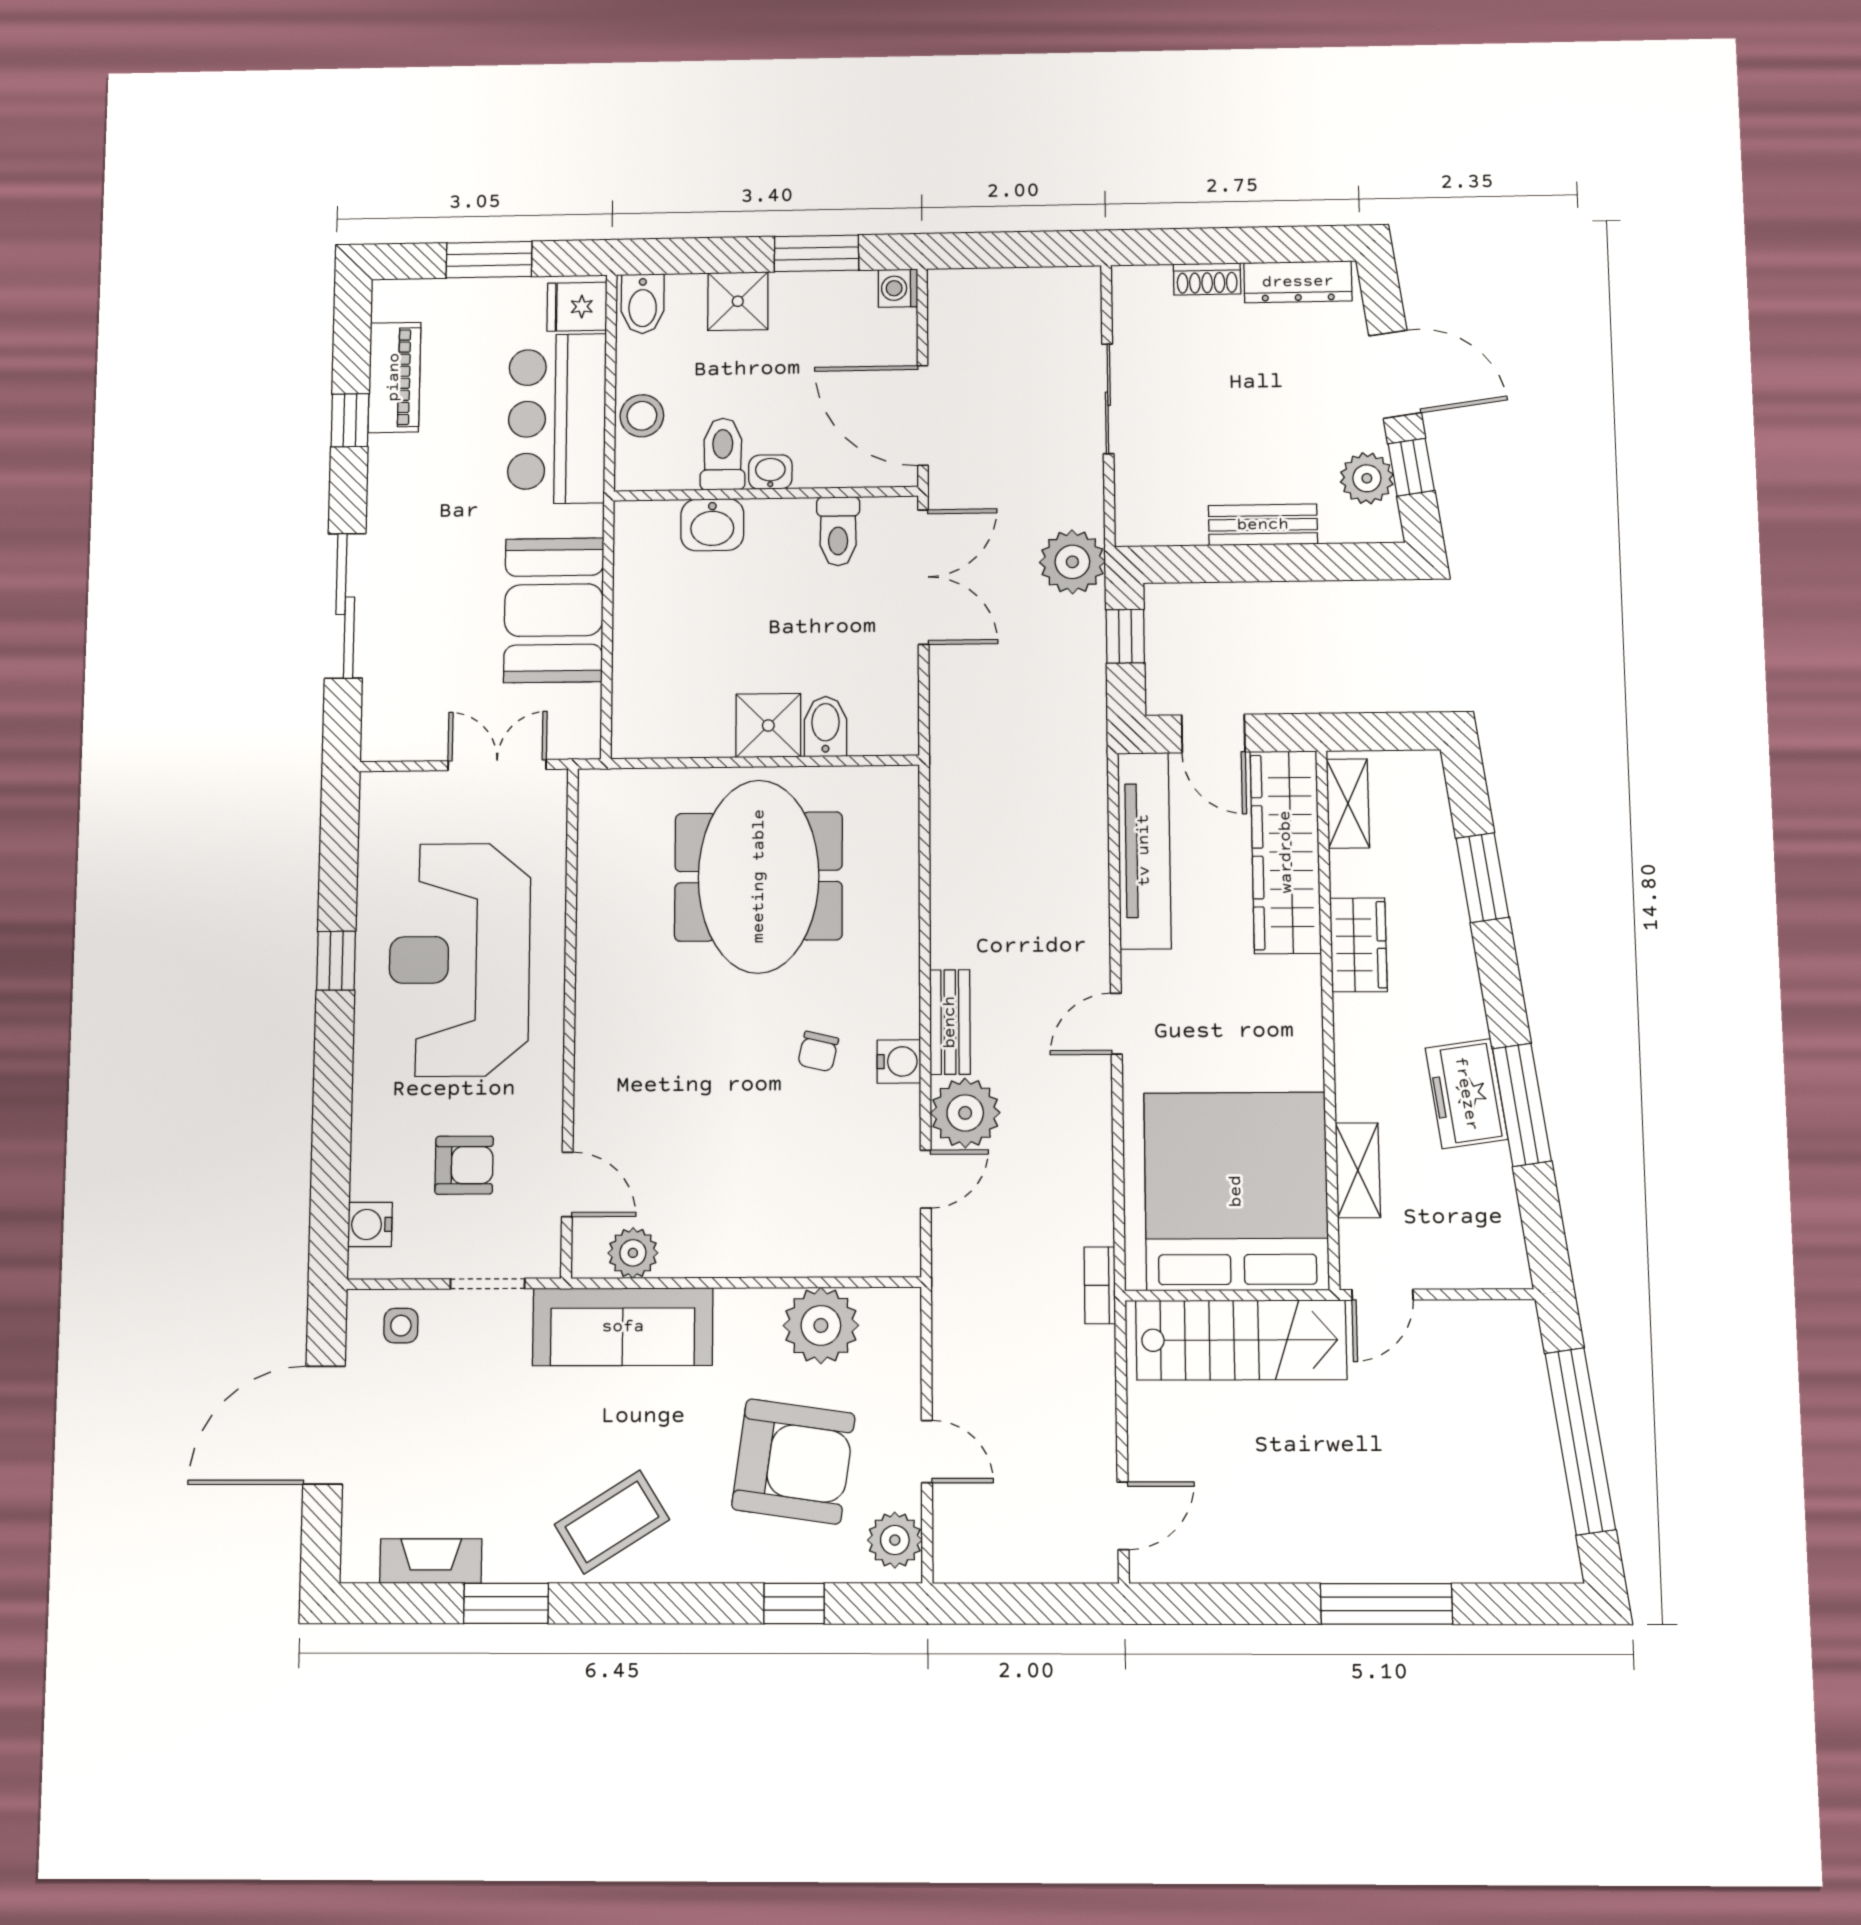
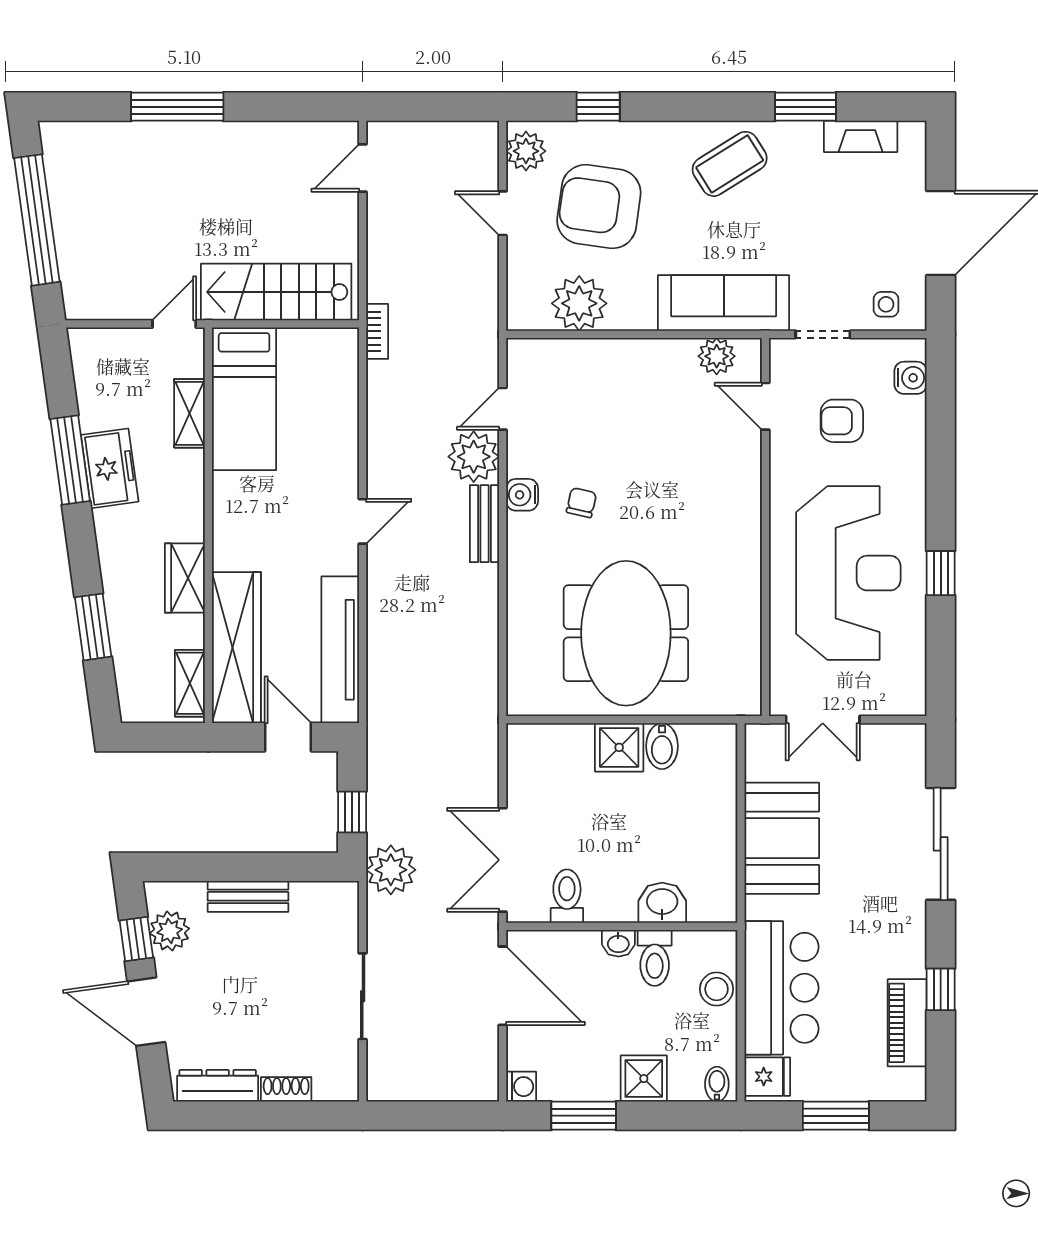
bidet: (643, 304) -> (717, 1084), width x0.72, depth x0.74
bidet: (825, 726) -> (662, 746), moved
bed: (1236, 1191) -> (244, 399), width x0.49

